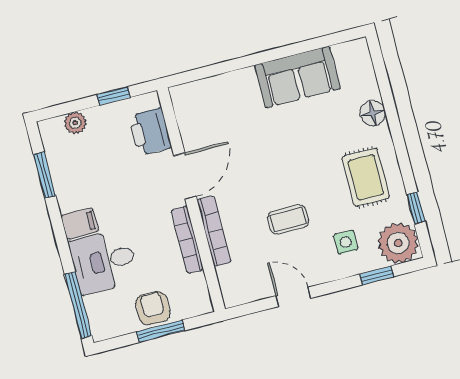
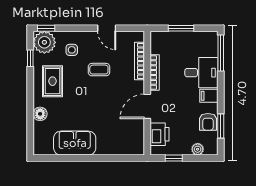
bookcase: (214, 231) -> (139, 61), moved
window: (377, 275) -> (46, 28), moved
armchair: (153, 308) -> (208, 122), moved

